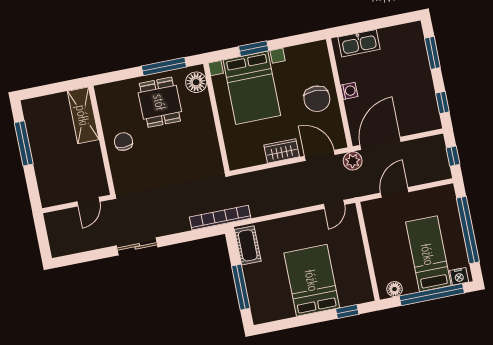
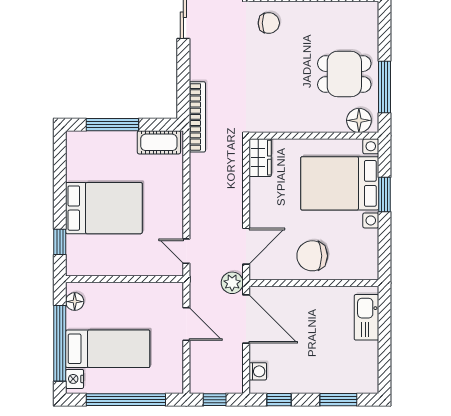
washing machine: (349, 91) -> (258, 371), moved, turned -90
chair: (123, 141) -> (269, 23), moved
wardrobe: (282, 151) -> (260, 158), moved

